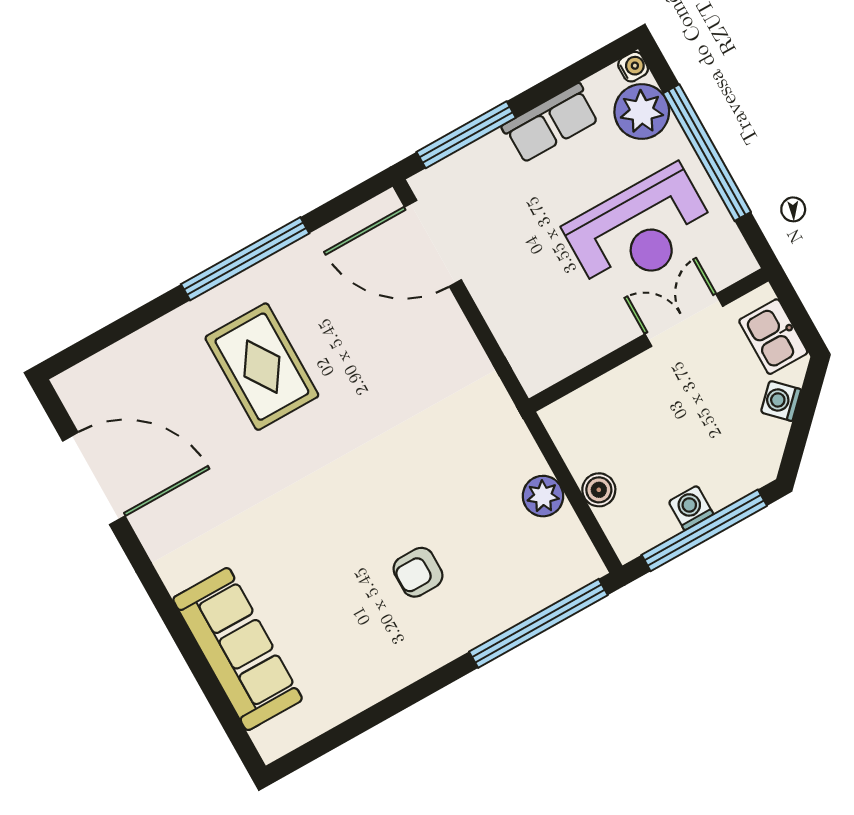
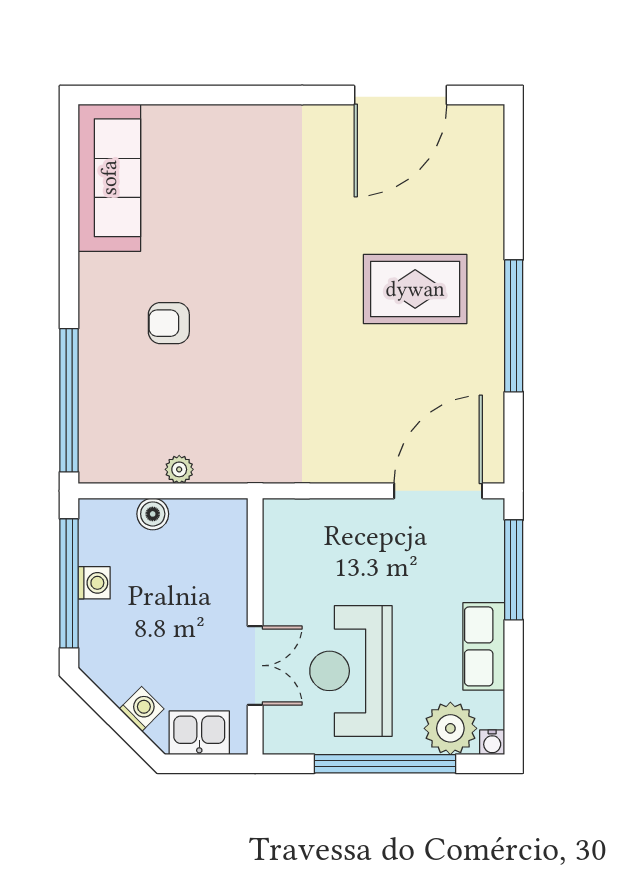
plant: (543, 496) -> (179, 469), width x0.73, depth x0.73
armchair: (418, 572) -> (169, 323), turned -90
sofa: (238, 649) -> (109, 178), moved, turned -90

